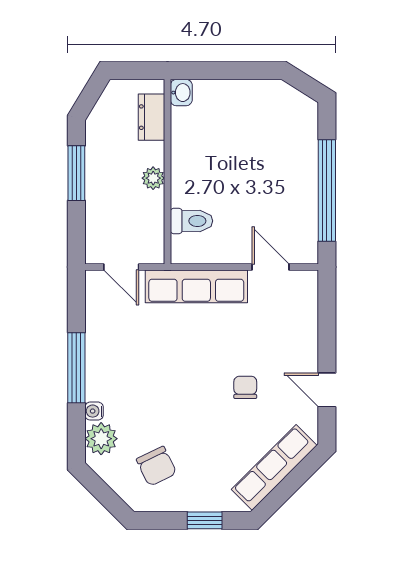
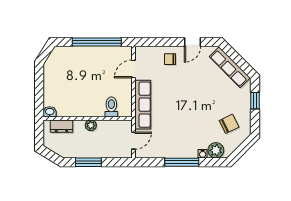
chair: (245, 387) -> (170, 59), moved

